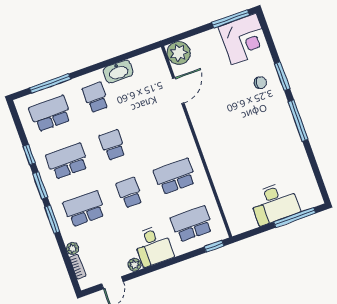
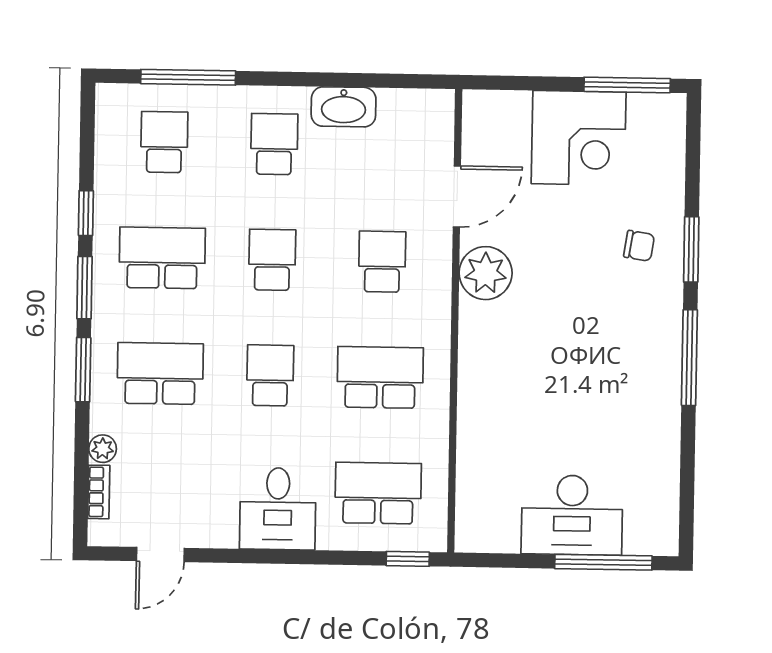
corner desk: (244, 39) -> (579, 138), moved
plant: (179, 53) -> (486, 273), moved
school desk: (50, 114) -> (164, 142), width x0.54
school desk: (158, 129) -> (382, 262), added
plant: (134, 265) -> (222, 534), removed

